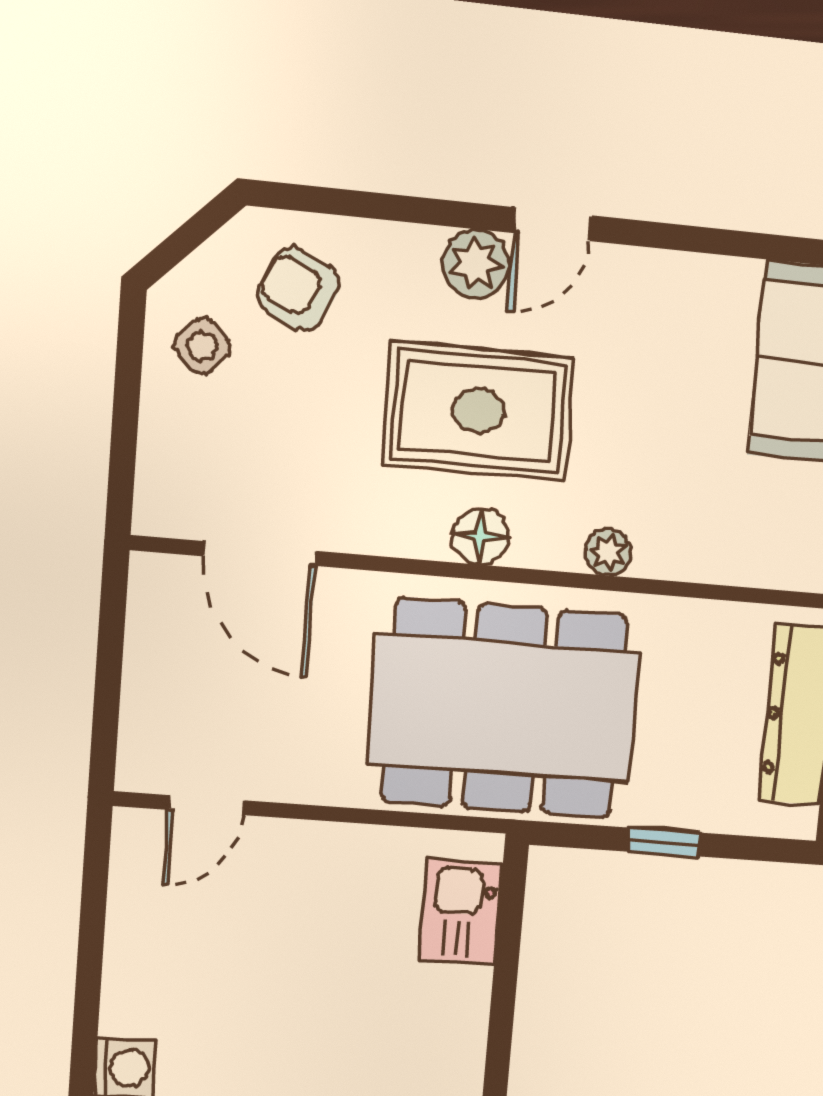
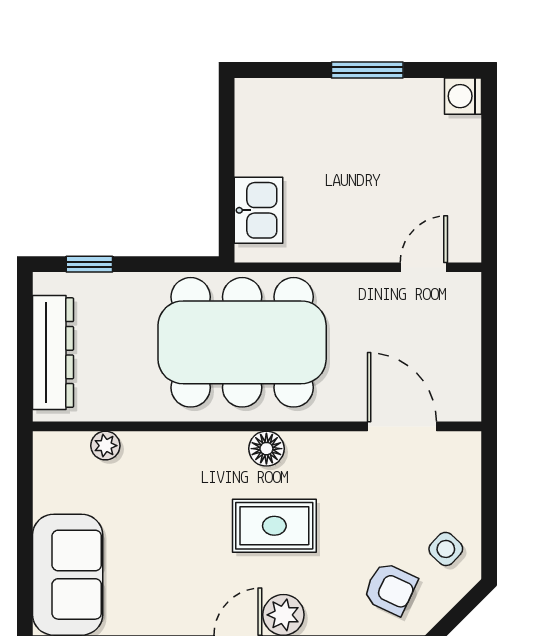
rug: (478, 411) -> (274, 526), width x0.73, depth x0.70
plant: (608, 552) -> (105, 446), moved
window: (664, 842) -> (89, 264), moved

